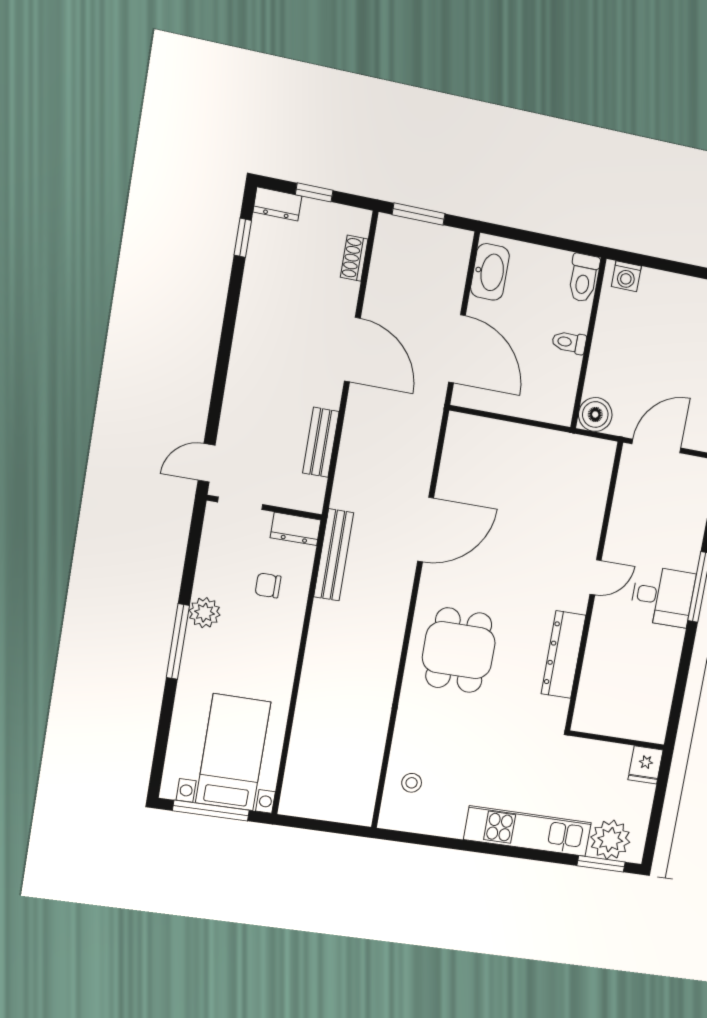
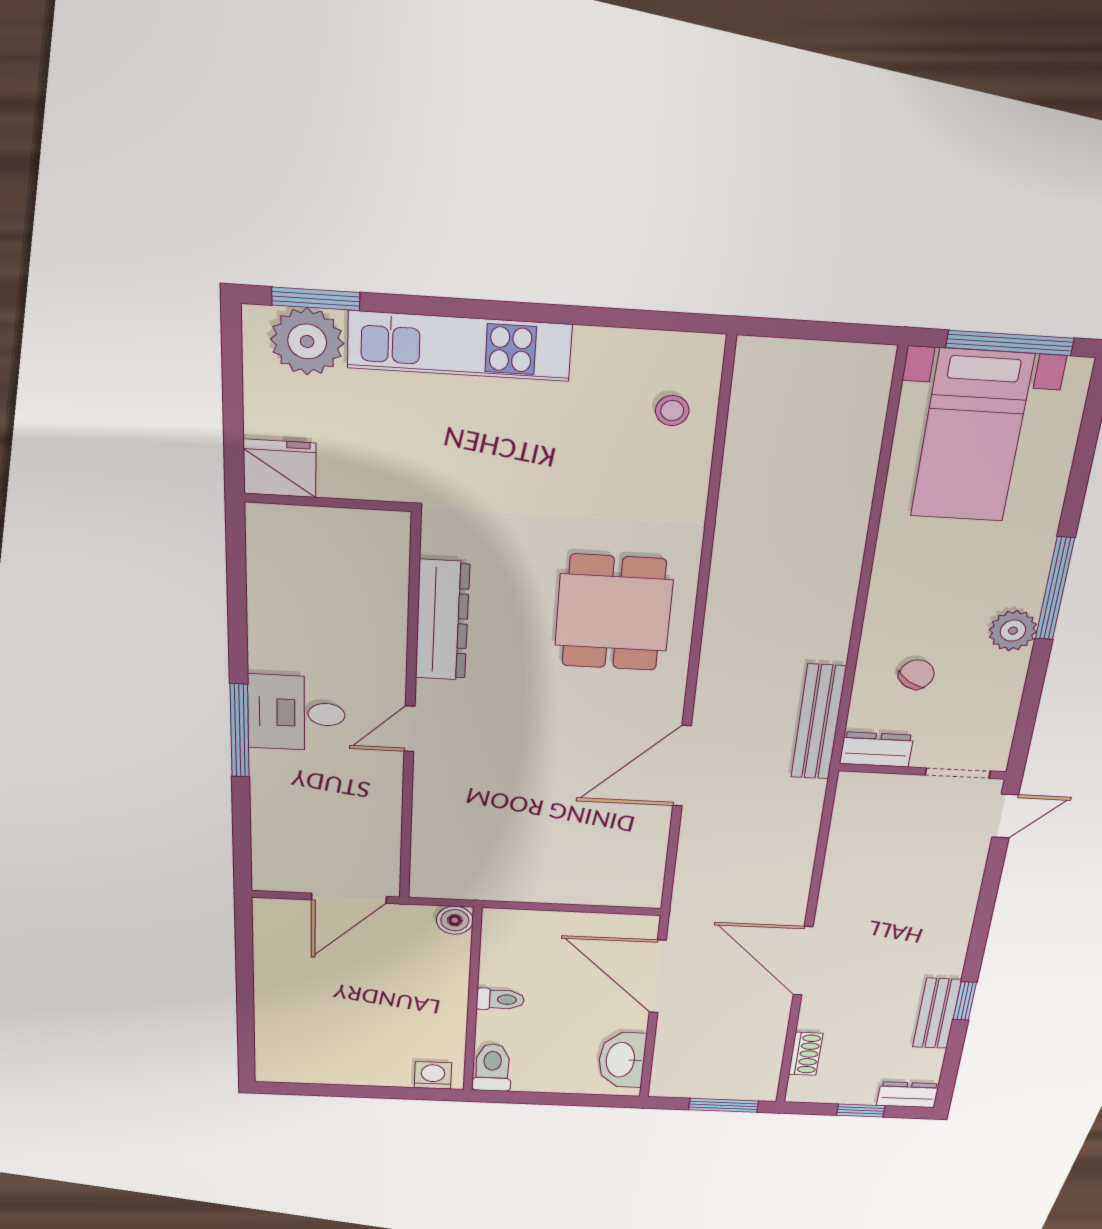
window: (243, 238) -> (965, 1001), moved
boiler: (595, 414) -> (455, 920), width x0.73, depth x0.73
bench: (321, 442) -> (937, 1013), moved
chair: (268, 585) -> (917, 674), turned -57
fridge: (645, 765) -> (280, 468), width x1.38

